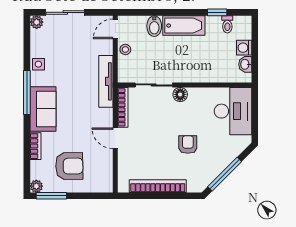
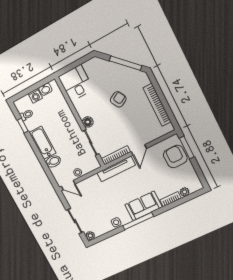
tv unit: (106, 81) -> (116, 169), moved
desk: (233, 111) -> (76, 83), width x0.73
armchair: (188, 145) -> (118, 99), turned 151
armchair: (69, 166) -> (175, 157), moved
plant: (36, 186) -> (185, 192), moved
window: (51, 196) -> (187, 148), moved

